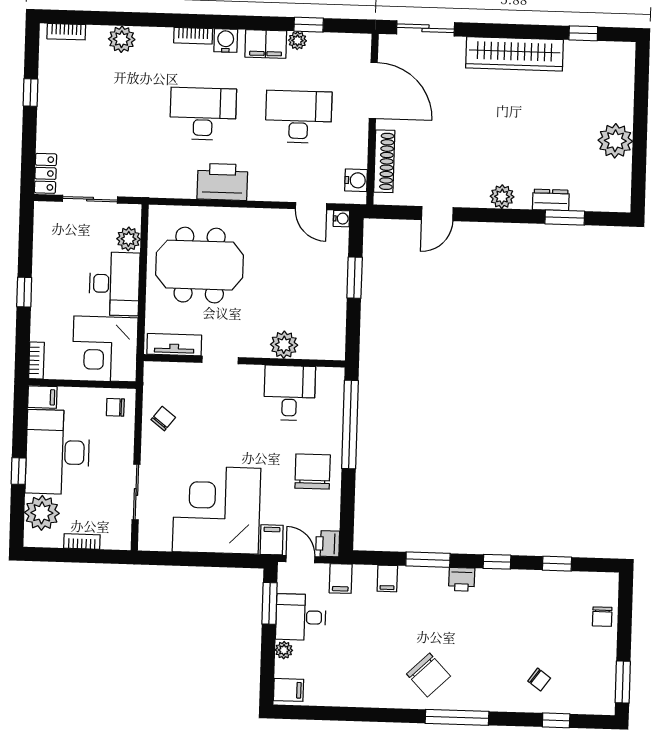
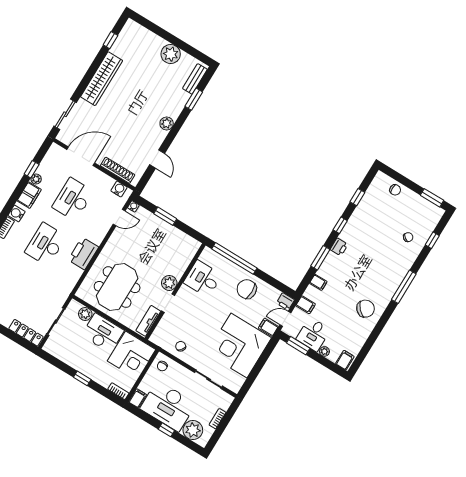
locker: (46, 173) -> (26, 333), width x1.53
dresser: (551, 200) -> (181, 101), removed
bench: (598, 201) -> (195, 79), added
plant: (284, 345) -> (169, 283), moved
chair: (429, 675) -> (366, 309), moved

